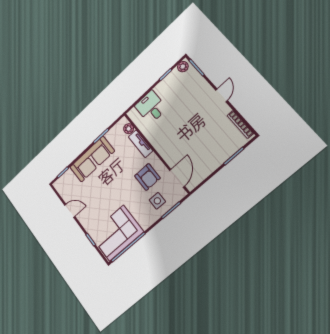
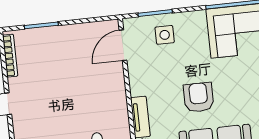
armchair: (147, 177) -> (199, 97), moved

